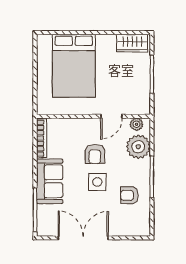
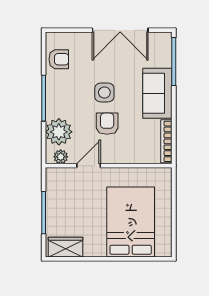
armchair: (129, 195) -> (59, 59), moved

